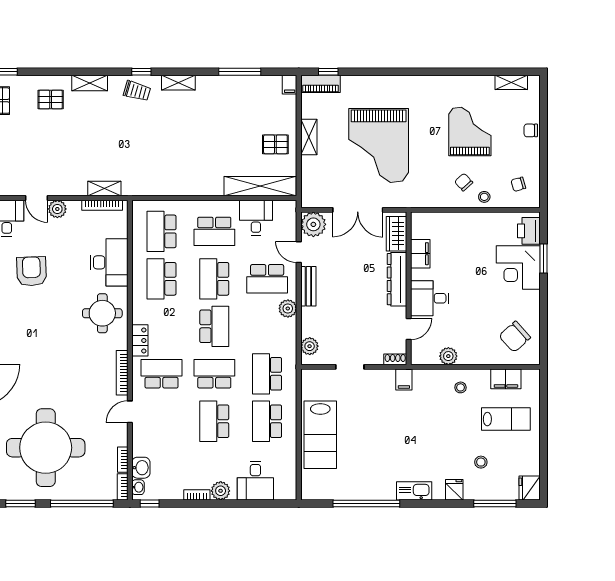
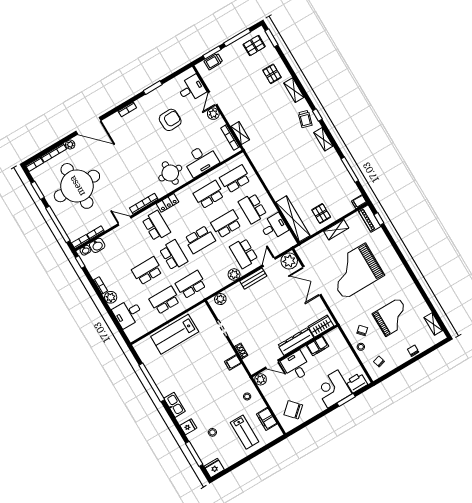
wardrobe: (396, 234) -> (321, 326), moved
filing cabinet: (420, 254) -> (318, 346), moved
dresser: (397, 279) -> (296, 341), moved
wall: (409, 288) -> (295, 351), moved
desk: (430, 298) -> (296, 366), moved
door: (409, 329) -> (272, 364), moved

